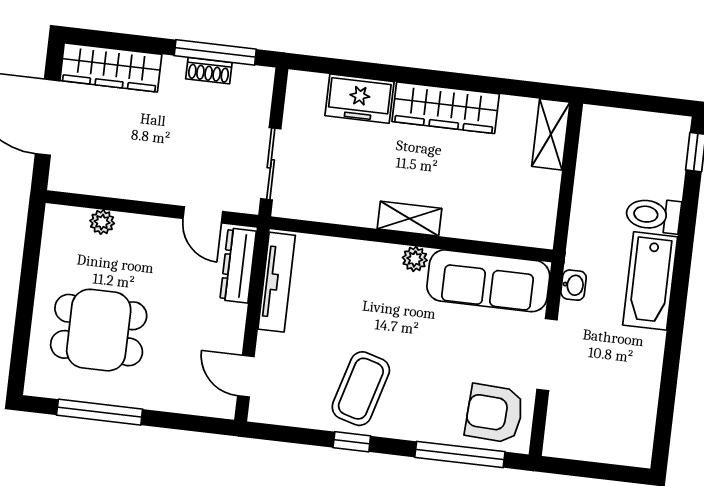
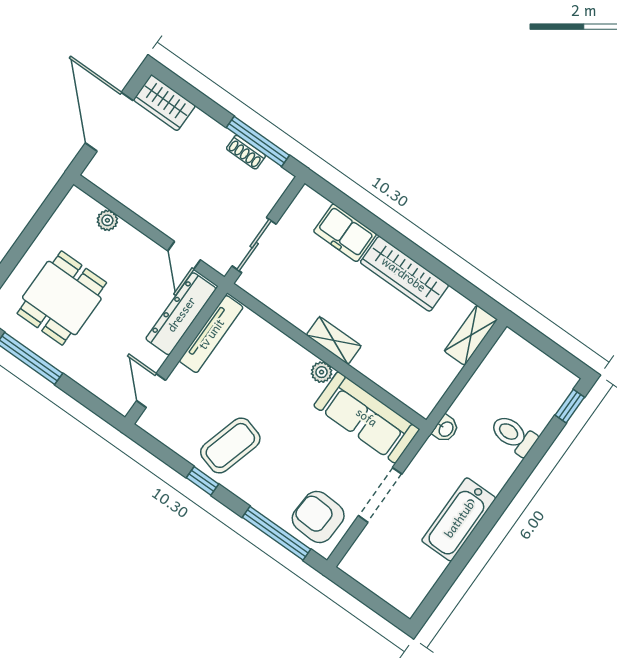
wardrobe: (111, 67) -> (164, 103), width x0.67
dresser: (238, 265) -> (181, 314), width x1.37, depth x1.24
bathtub: (650, 281) -> (459, 519), moved
washbasin: (574, 285) -> (446, 429), moved
dining table: (99, 330) -> (62, 298), turned 90

